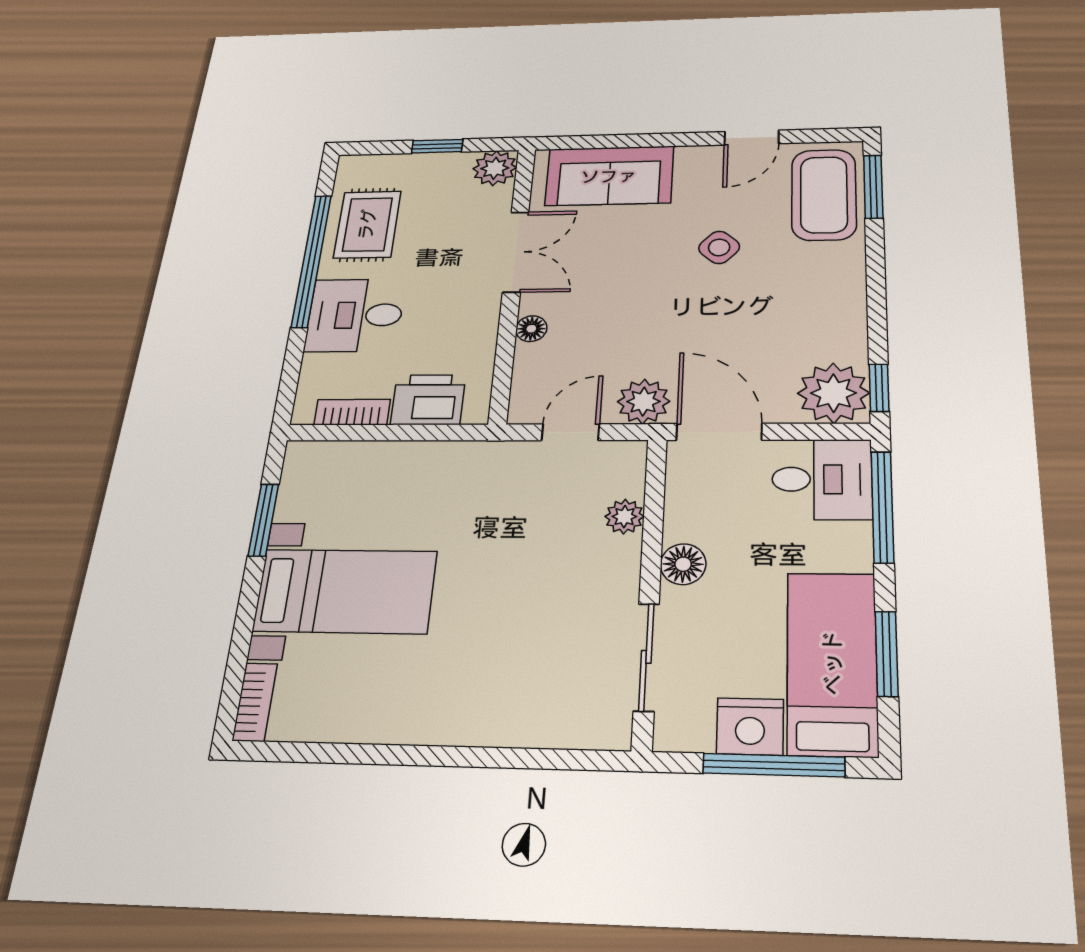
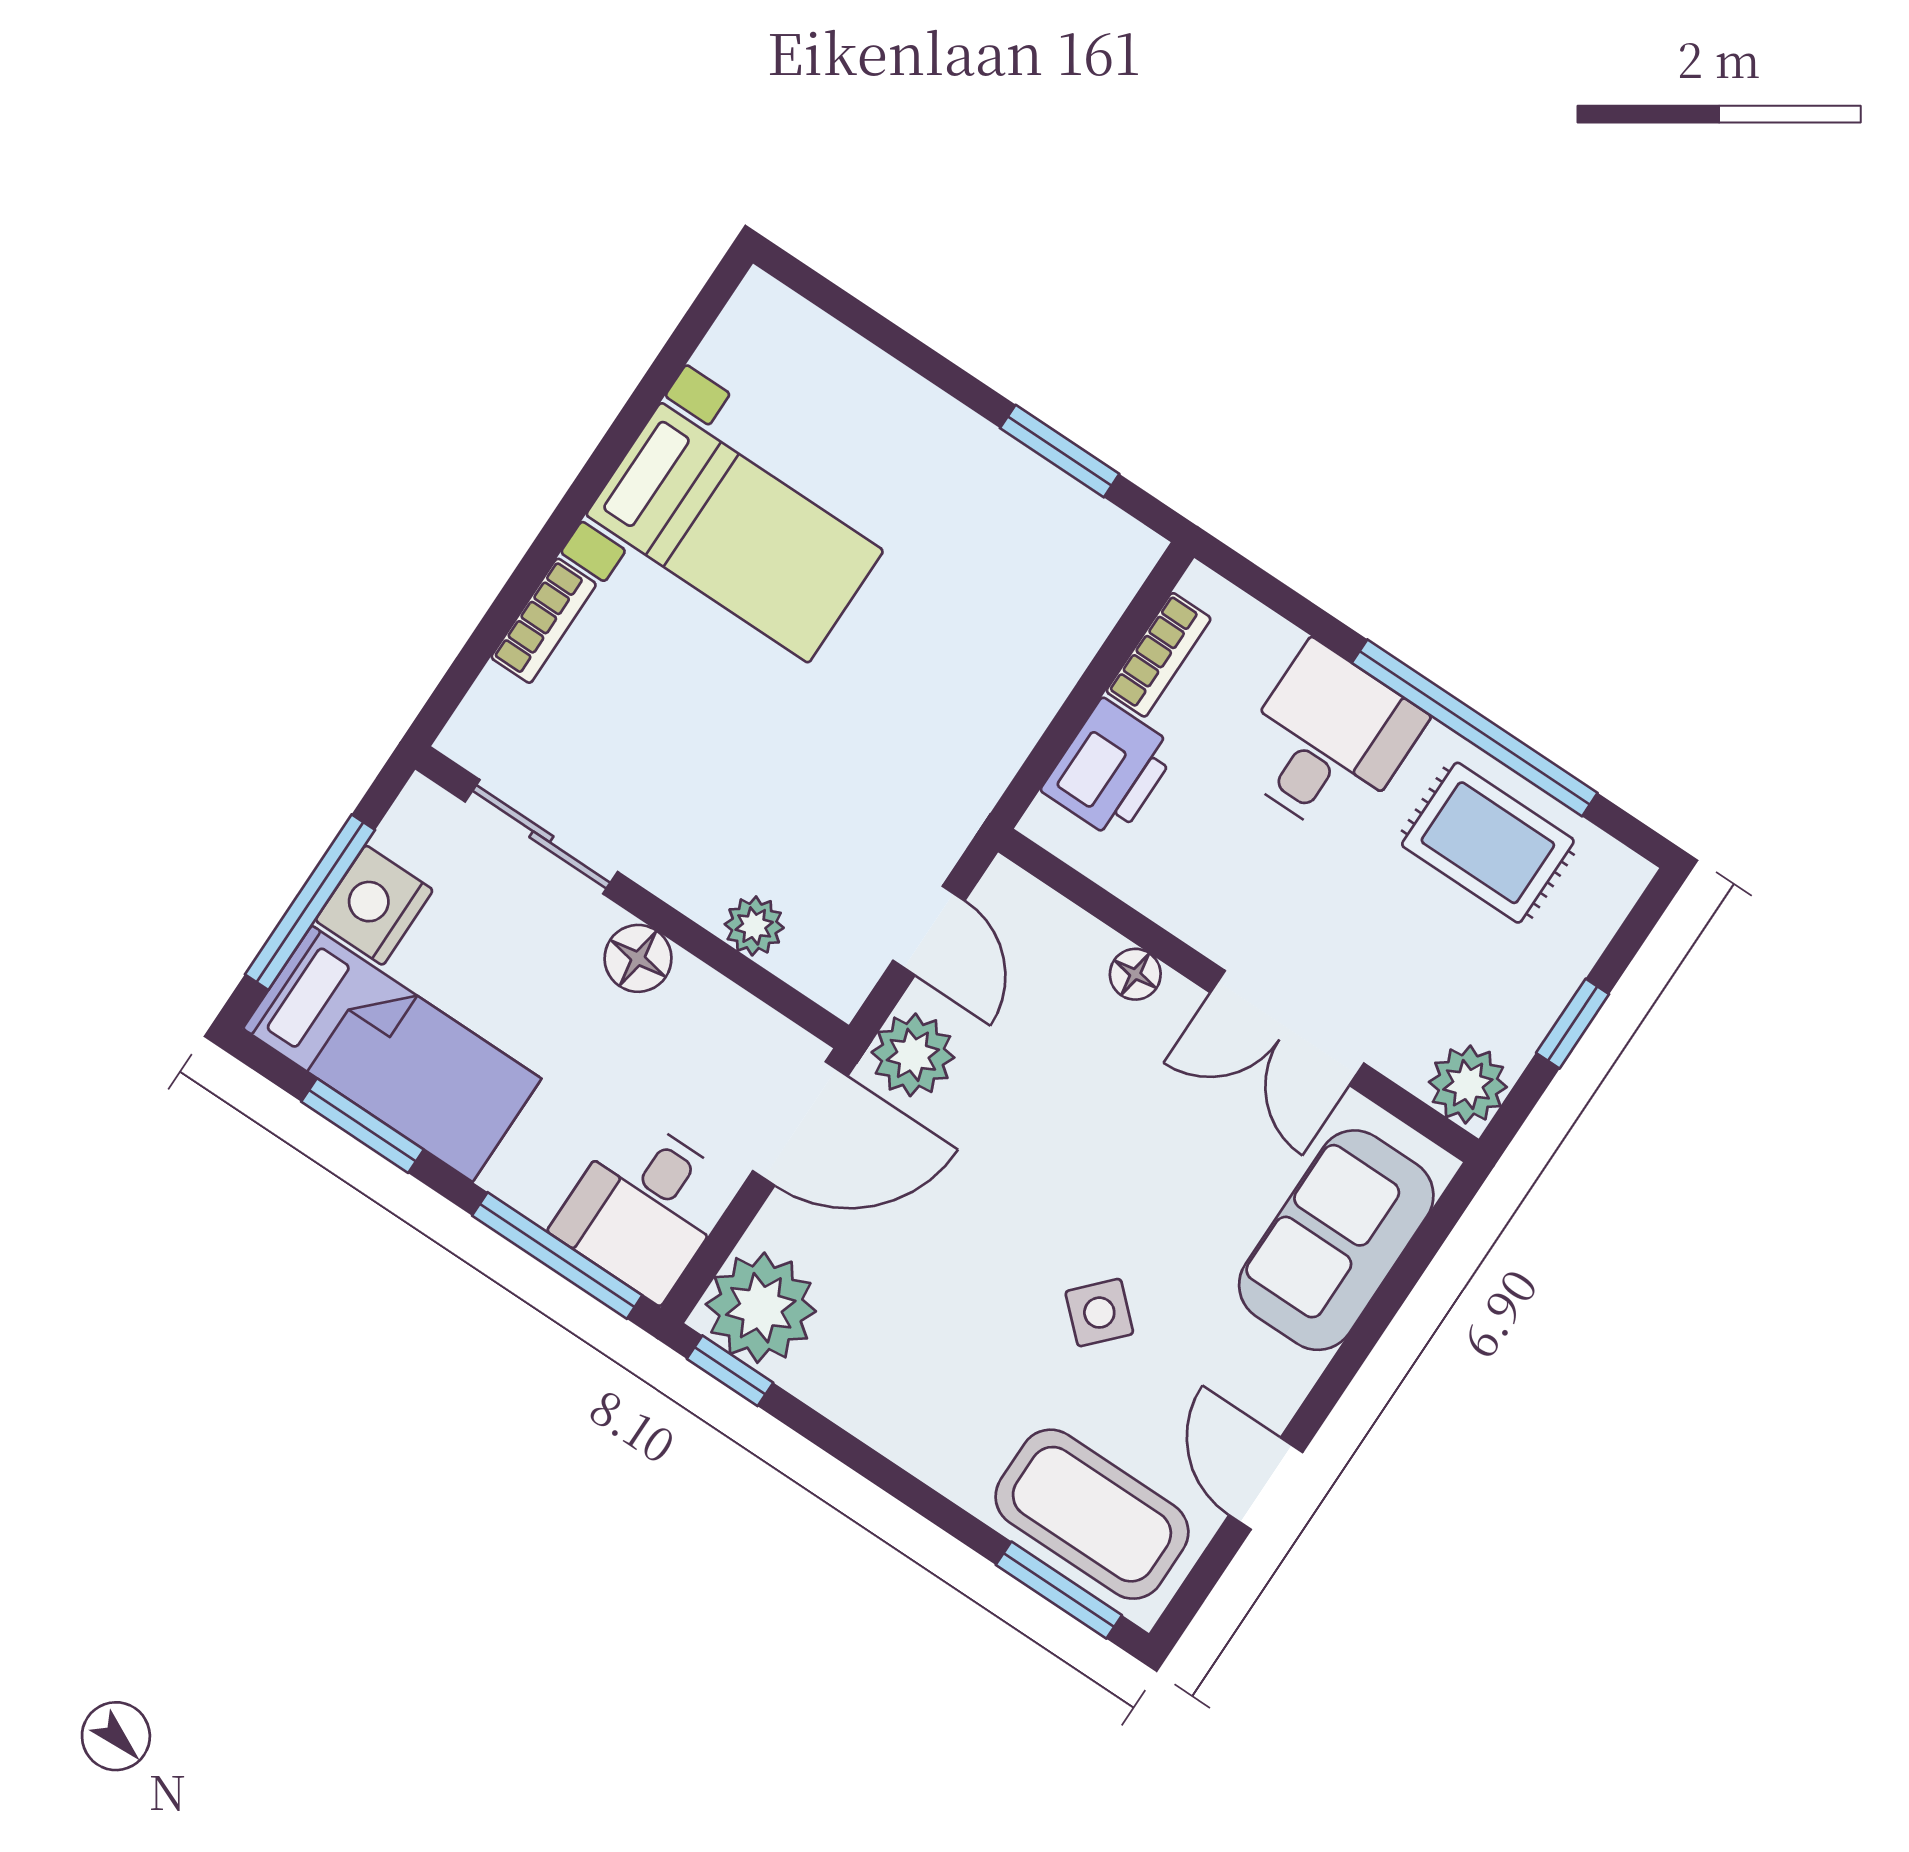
bed with nightstands: (345, 591) -> (735, 533), moved, turned -90
bookcase: (255, 702) -> (544, 621), moved, turned -90

